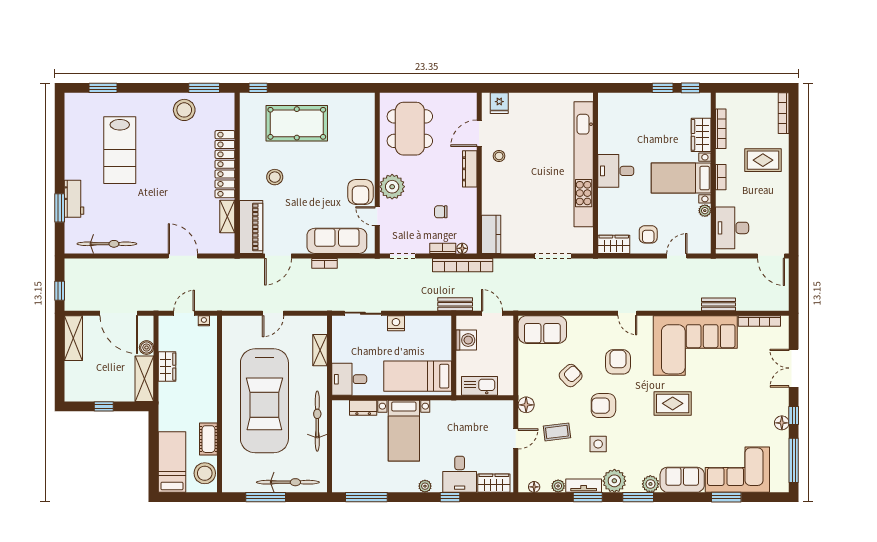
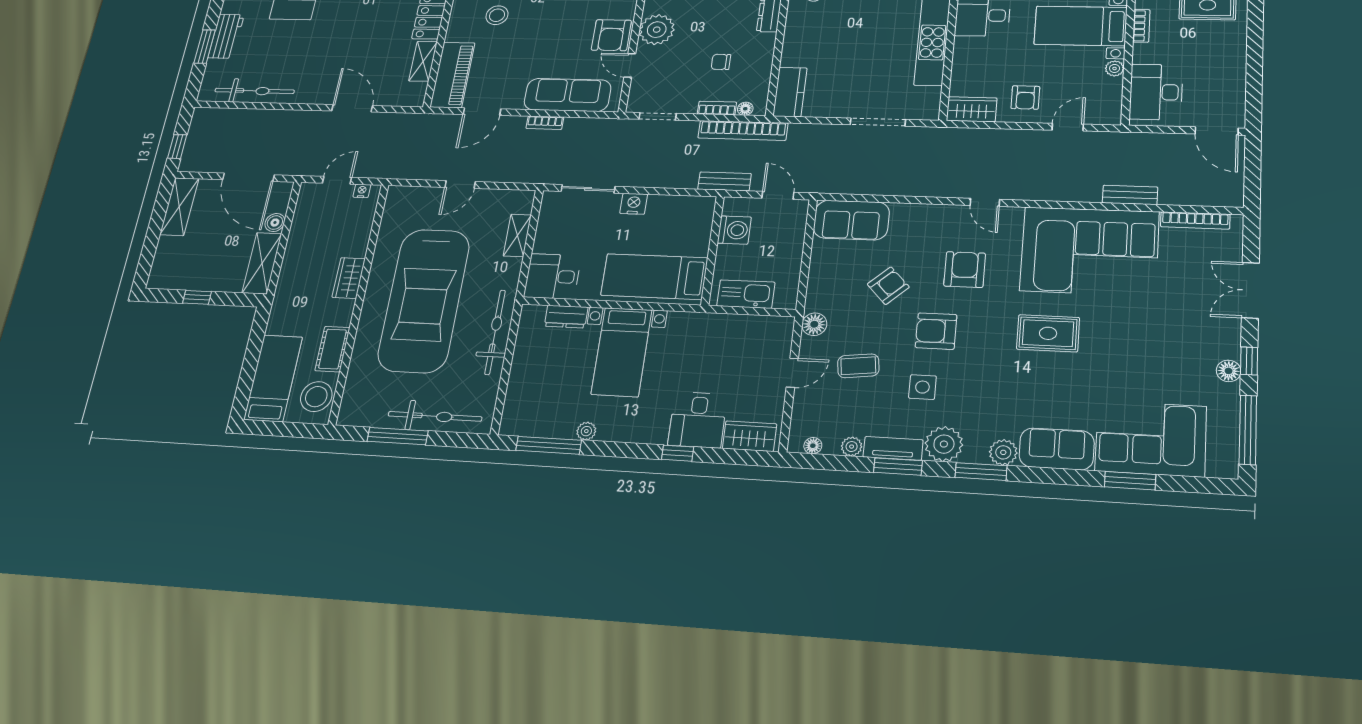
wardrobe: (167, 367) -> (349, 278), moved, turned 180
plant: (425, 486) -> (586, 431), moved

